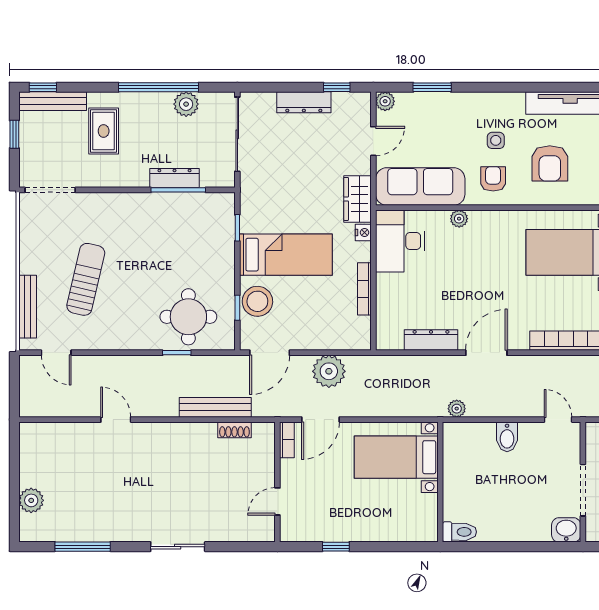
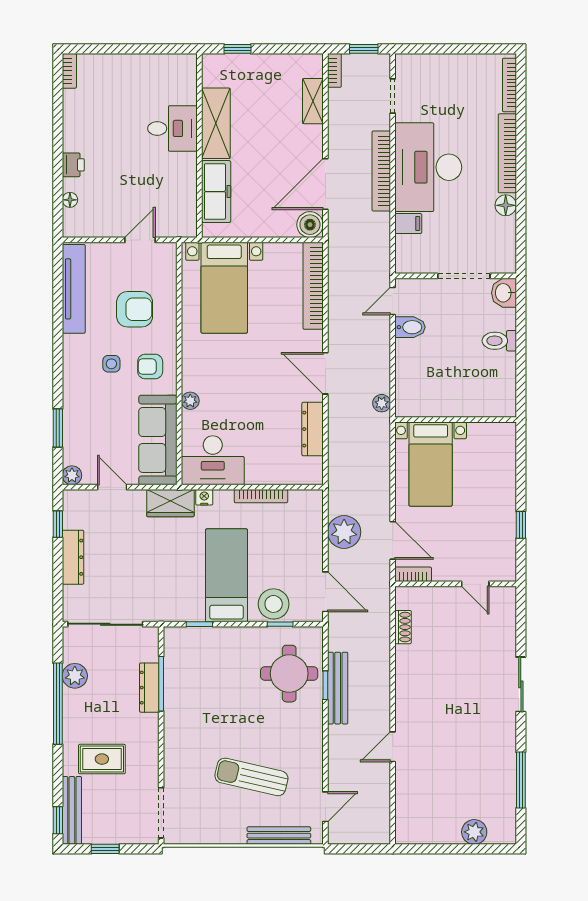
bench: (215, 407) -> (338, 688), moved
bidet: (507, 437) -> (410, 327), moved
toilet: (459, 532) -> (499, 341), moved, turned -90

